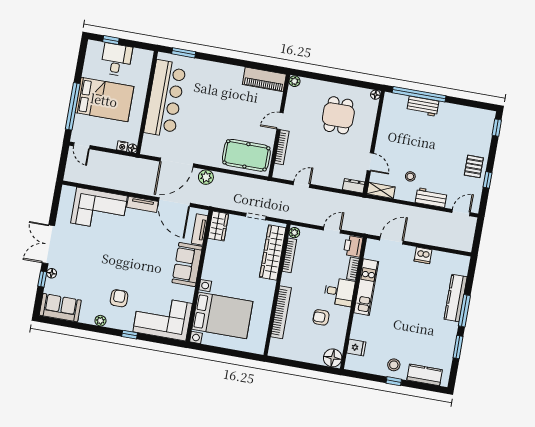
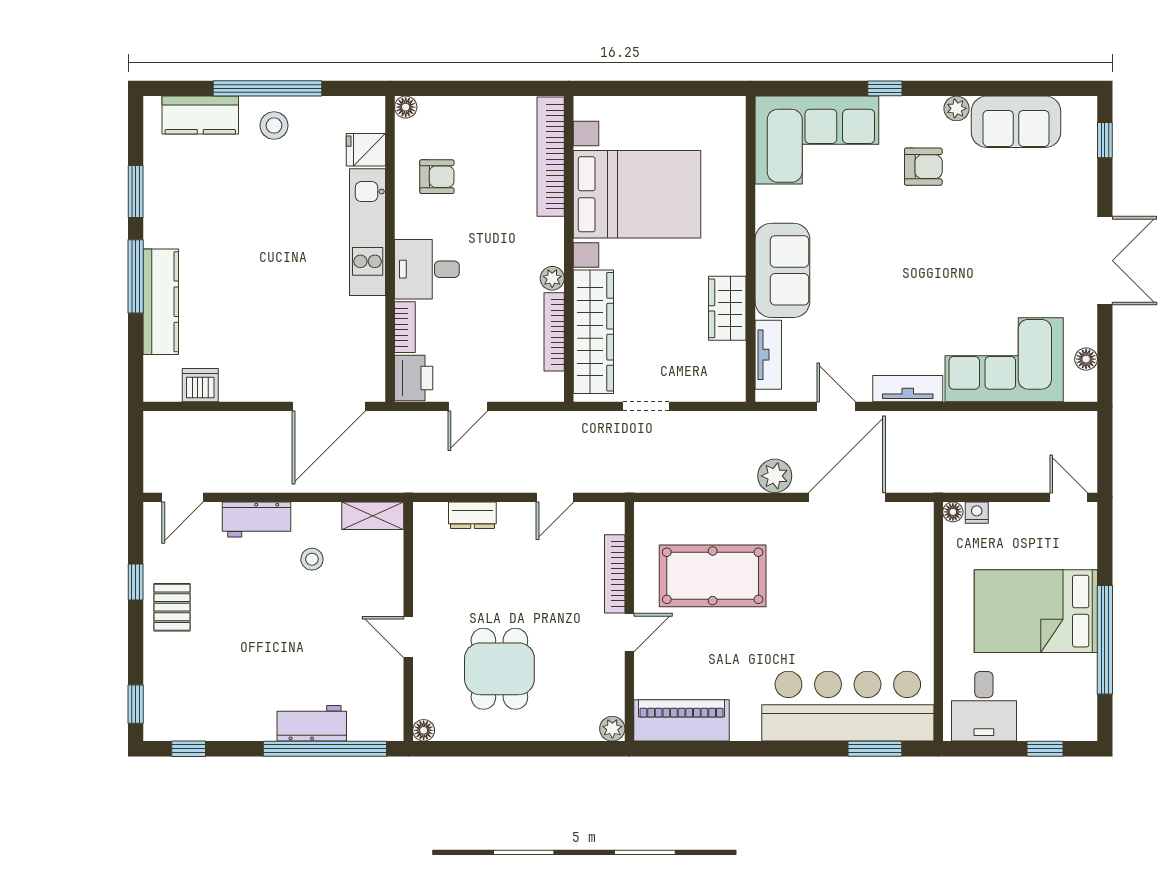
desk: (116, 60) -> (984, 706), moved
bar counter: (165, 99) -> (848, 706), moved, turned 90
window: (477, 105) -> (189, 749), added
window: (73, 106) -> (1105, 640), moved
pool table: (246, 155) -> (713, 576), moved
door: (370, 162) -> (408, 637), moved
dresser: (354, 186) -> (472, 515), moved
door: (174, 202) -> (836, 406), width x0.53
wardrobe: (218, 226) -> (727, 308), moved
plant: (294, 233) -> (552, 278), moved
door: (392, 240) -> (329, 406), width x1.36
dishwasher: (423, 255) -> (200, 385), moved
floor lamp: (52, 273) -> (1086, 359), moved
window: (42, 279) -> (1105, 140), moved
kitchen unit: (366, 287) -> (368, 232), moved
armchair: (119, 298) -> (923, 167), turned -90
sofa: (60, 308) -> (1016, 122), moved
bookcase: (281, 312) -> (551, 157), moved
bed with nightstands: (222, 315) -> (637, 194), moved, turned 180
armchair: (321, 317) -> (437, 177), moved
floor lamp: (333, 358) -> (406, 107), width x0.53, depth x0.53
window: (394, 381) -> (268, 88), width x3.17

